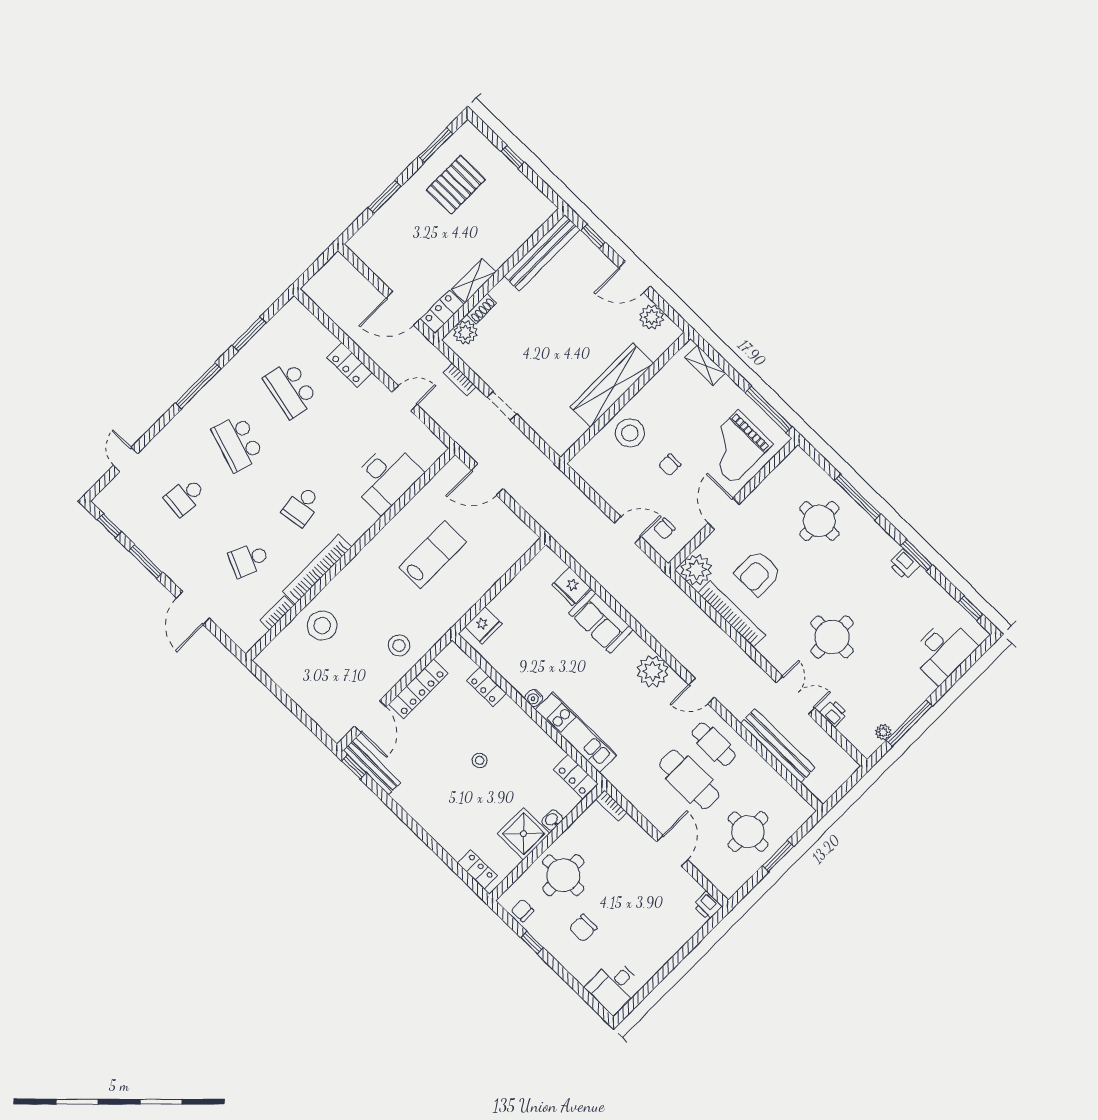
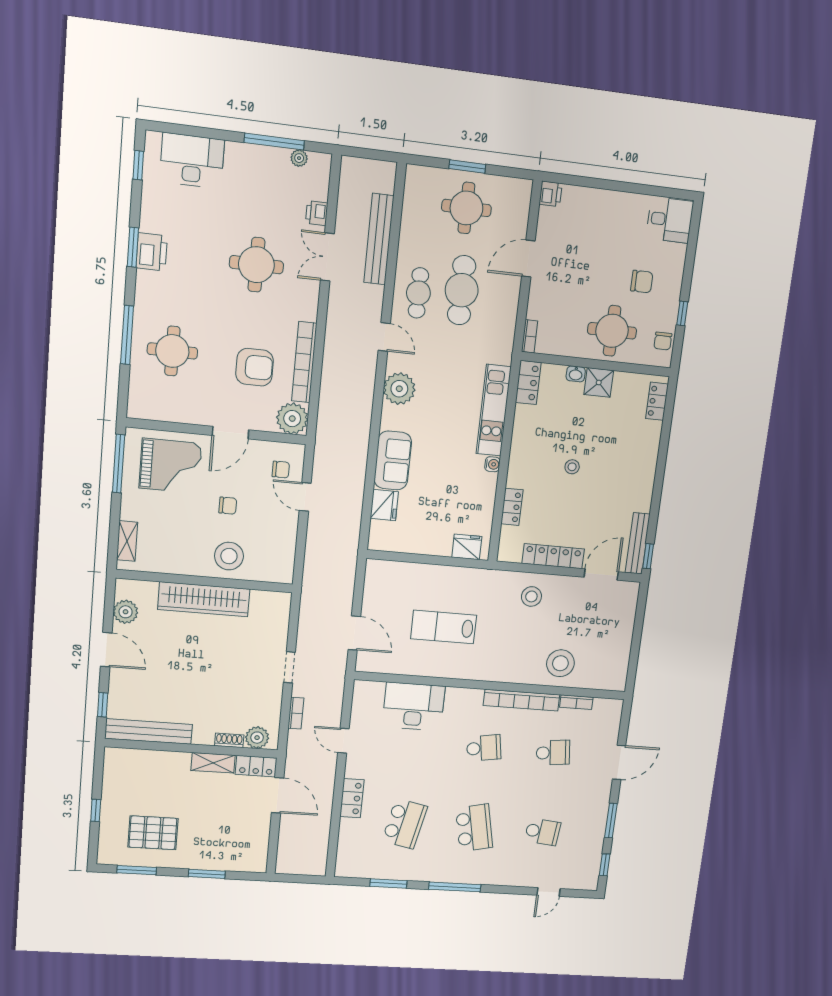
school desk: (238, 443) -> (474, 828), turned -30
school desk: (249, 560) -> (553, 753), turned -30
printer: (904, 564) -> (152, 252), width x1.36, depth x1.24
shower: (524, 834) -> (599, 382), width x0.73, depth x0.73

